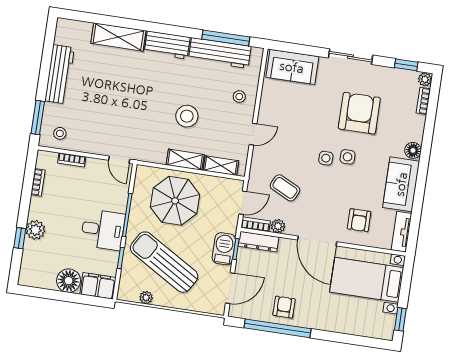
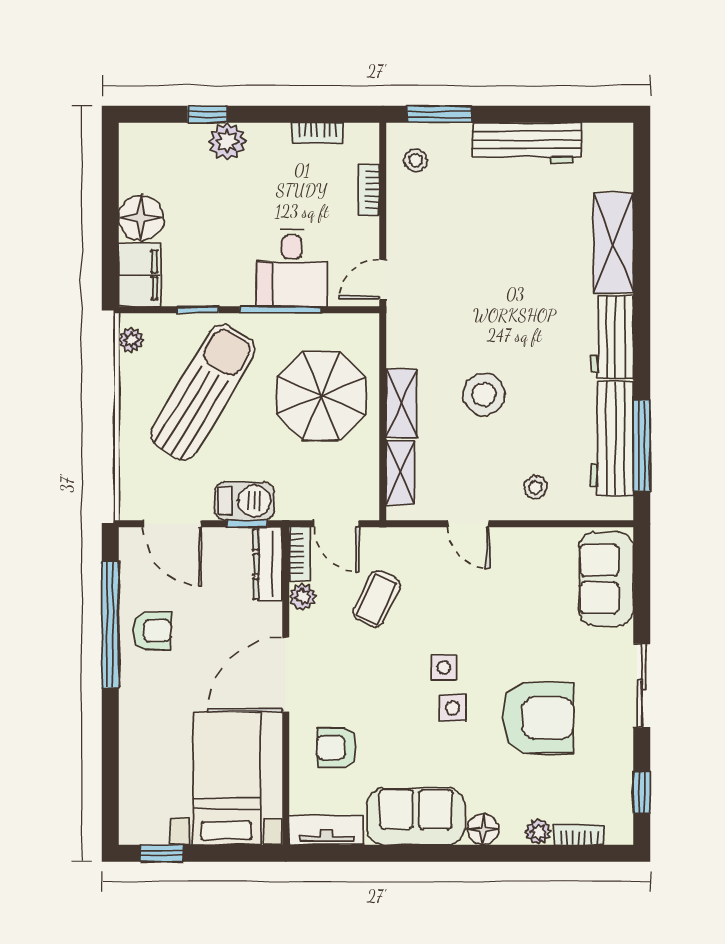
plant: (425, 79) -> (538, 832), moved
desk: (103, 230) -> (292, 268), moved
plant: (146, 298) -> (131, 340), moved

